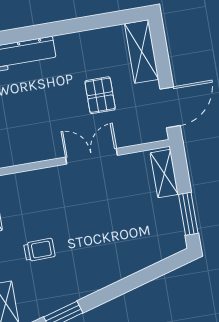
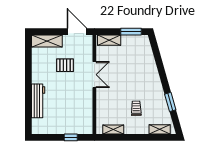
double door: (91, 156) -> (94, 75), swing flipped

